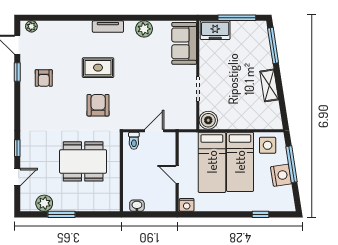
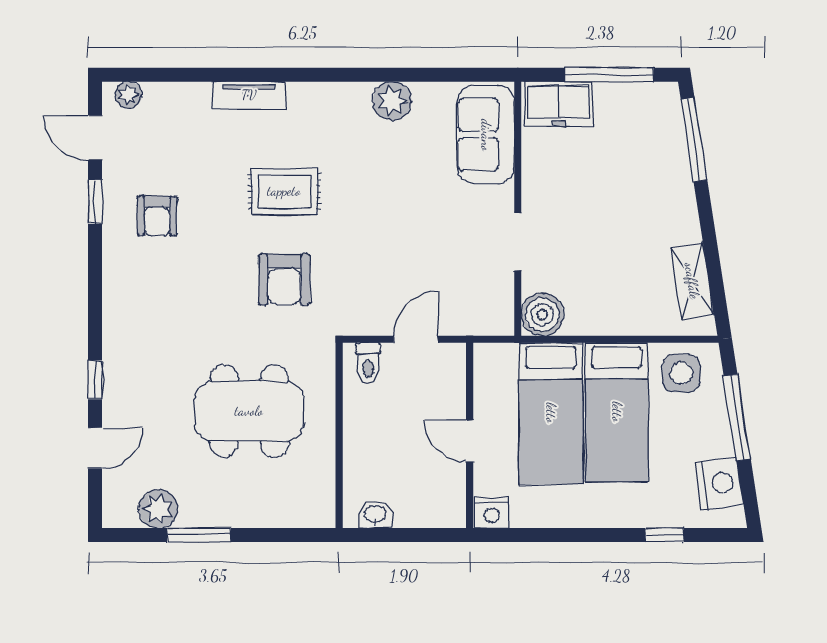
tv unit: (108, 27) -> (249, 95), moved
shelving: (269, 85) -> (692, 281), moved
armchair: (98, 105) -> (284, 280), turned 180
nightstand: (281, 175) -> (719, 483), moved

